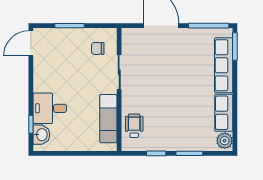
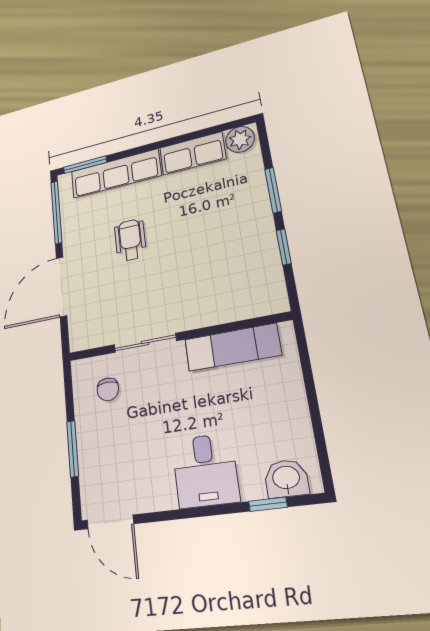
desk: (50, 108) -> (205, 470), moved
wheelchair: (134, 126) -> (130, 240), moved, turned 90

